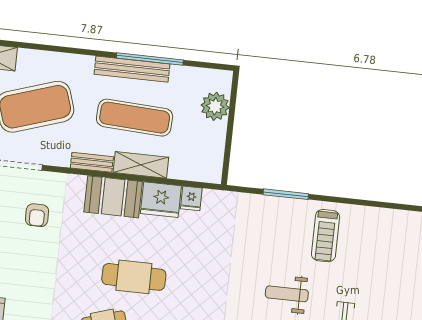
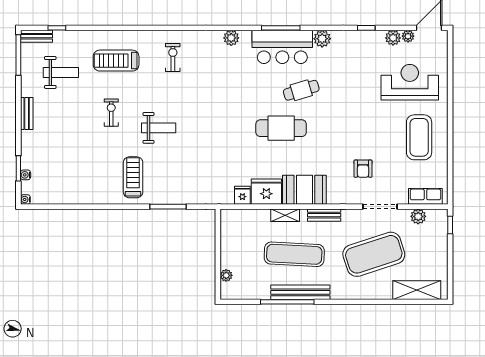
plant: (215, 106) -> (226, 275), width x0.53, depth x0.53
shelving: (141, 165) -> (285, 215), width x0.67, depth x0.75
armchair: (37, 215) -> (363, 169), turned 180

